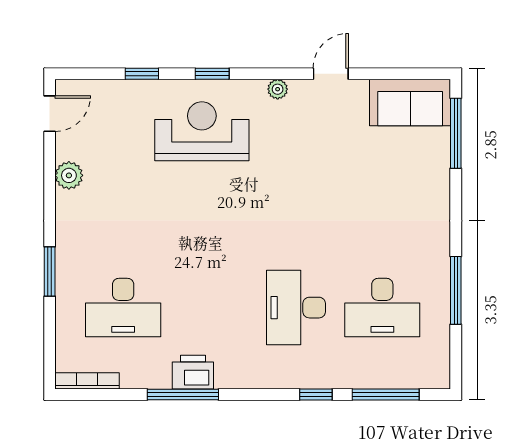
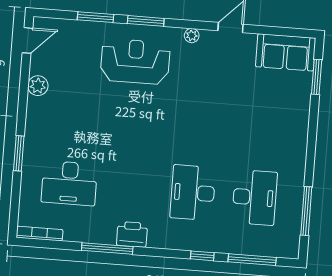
window: (142, 74) -> (96, 17), width x1.50
window: (212, 74) -> (146, 21), width x1.50
window: (456, 133) -> (317, 77), width x0.69
window: (456, 290) -> (306, 211), moved
desk: (382, 308) -> (255, 197), turned -90
printer: (193, 372) -> (132, 234), moved

